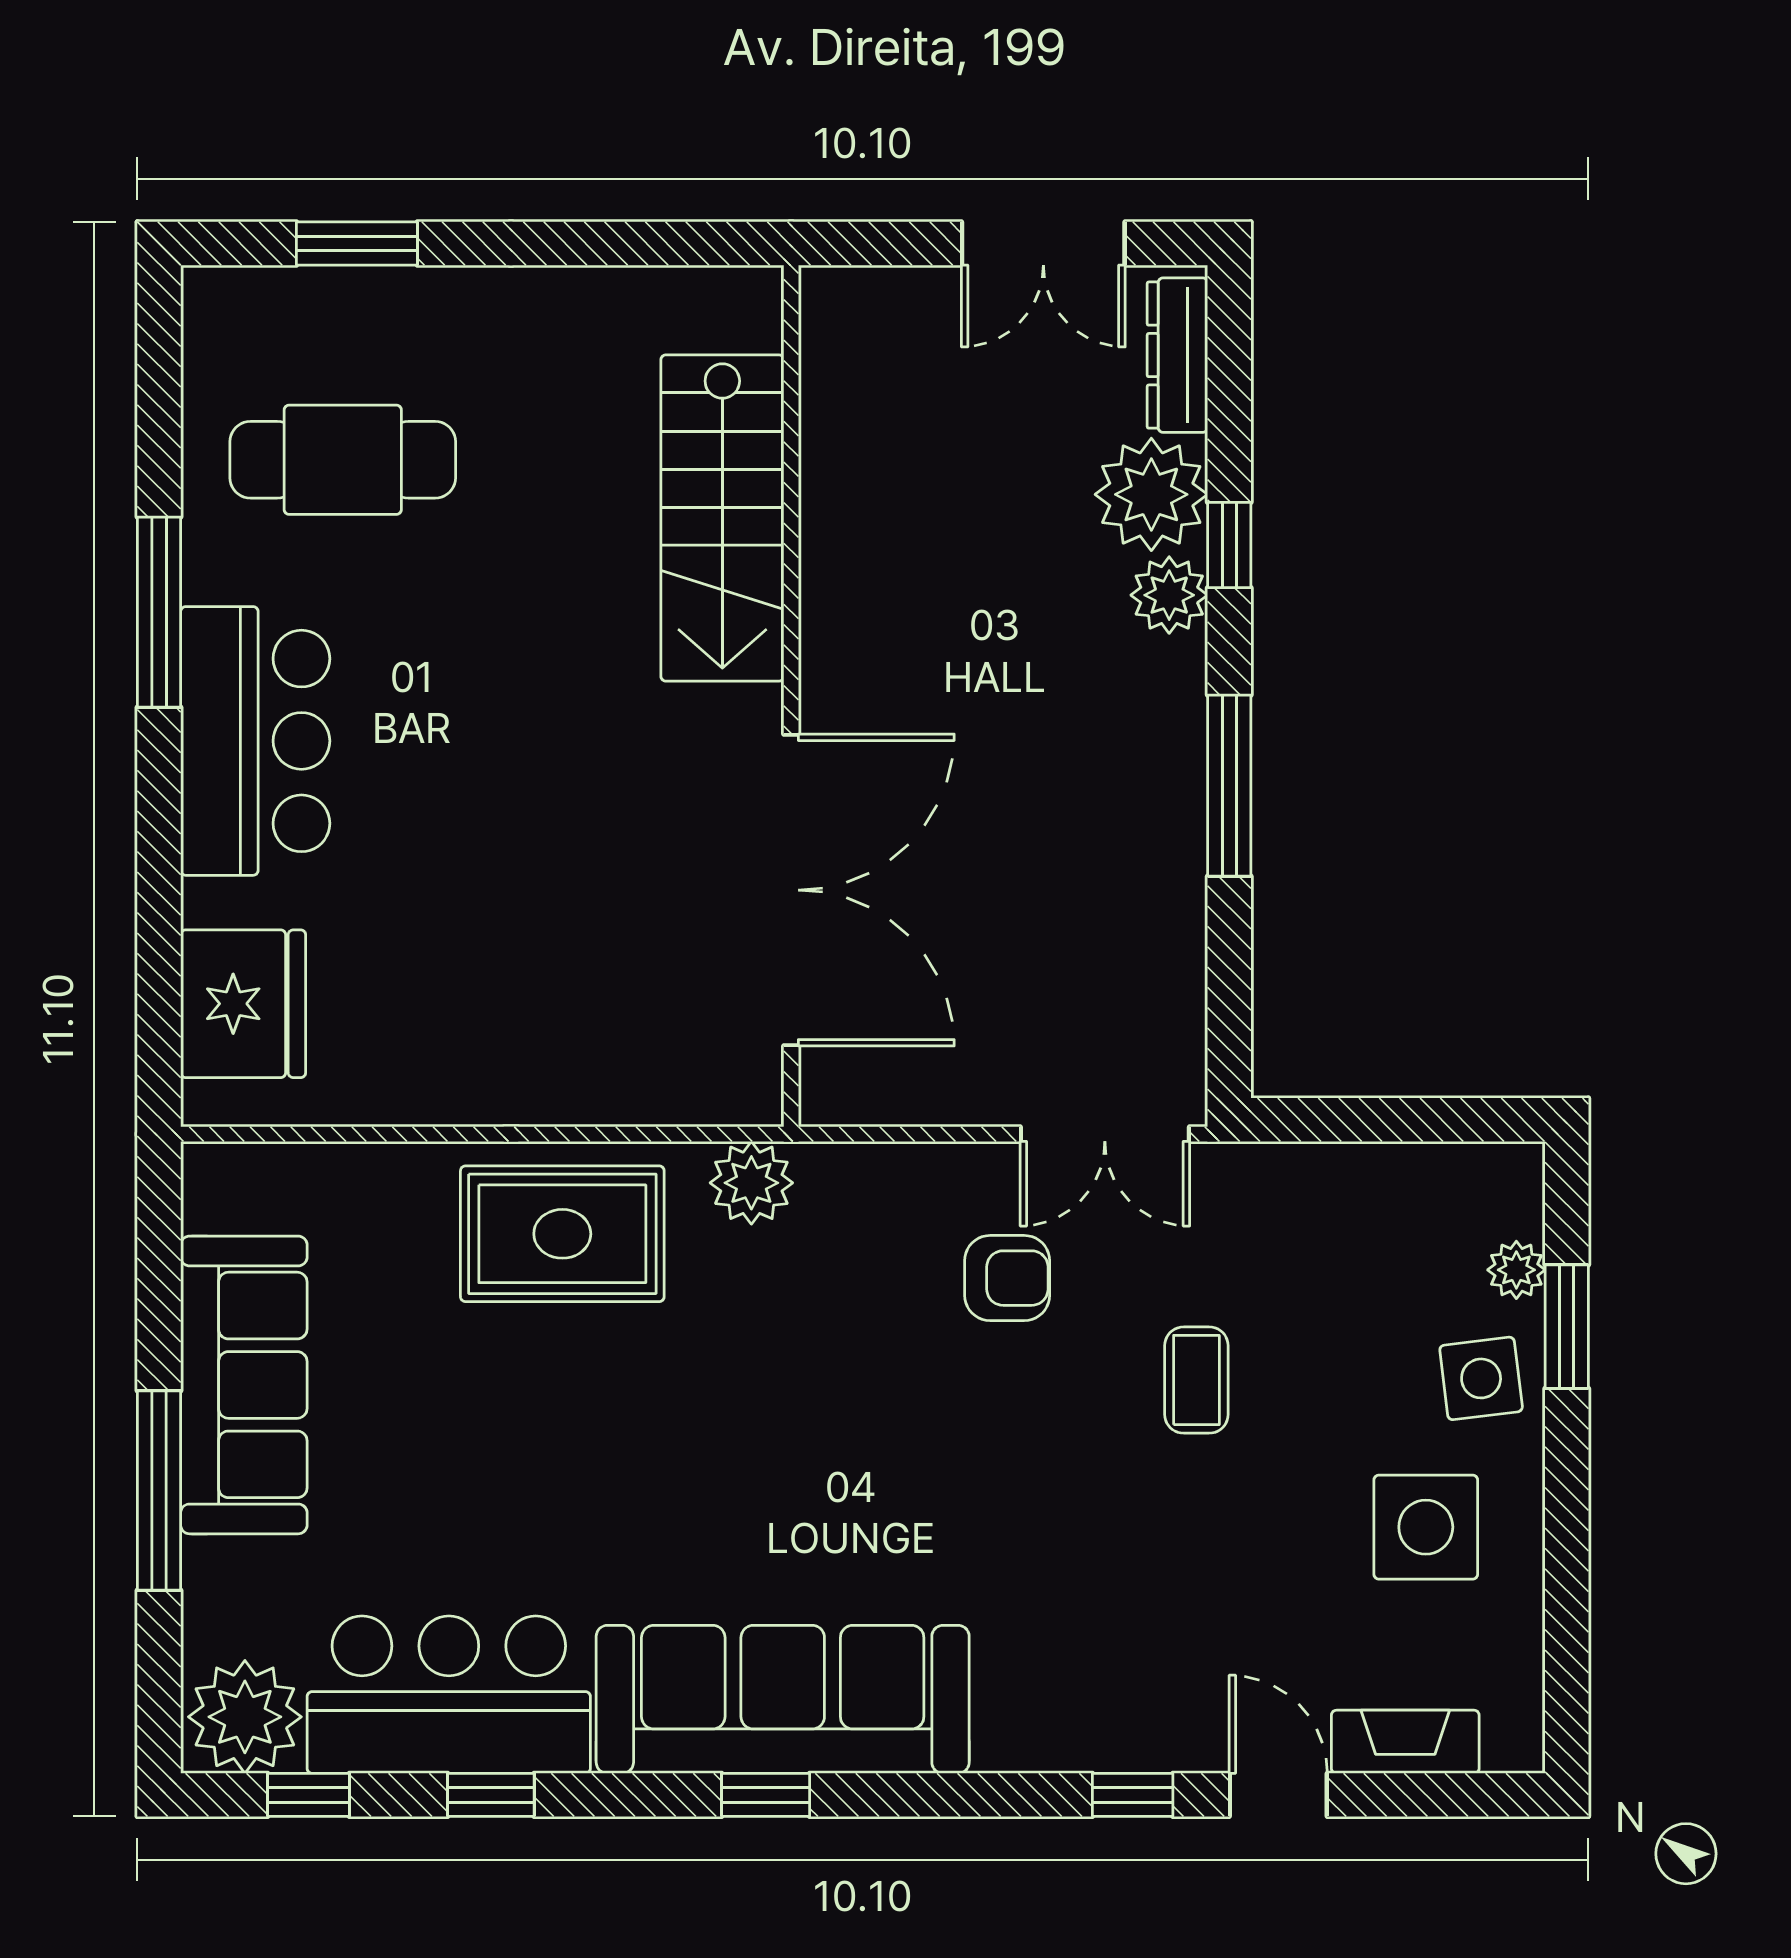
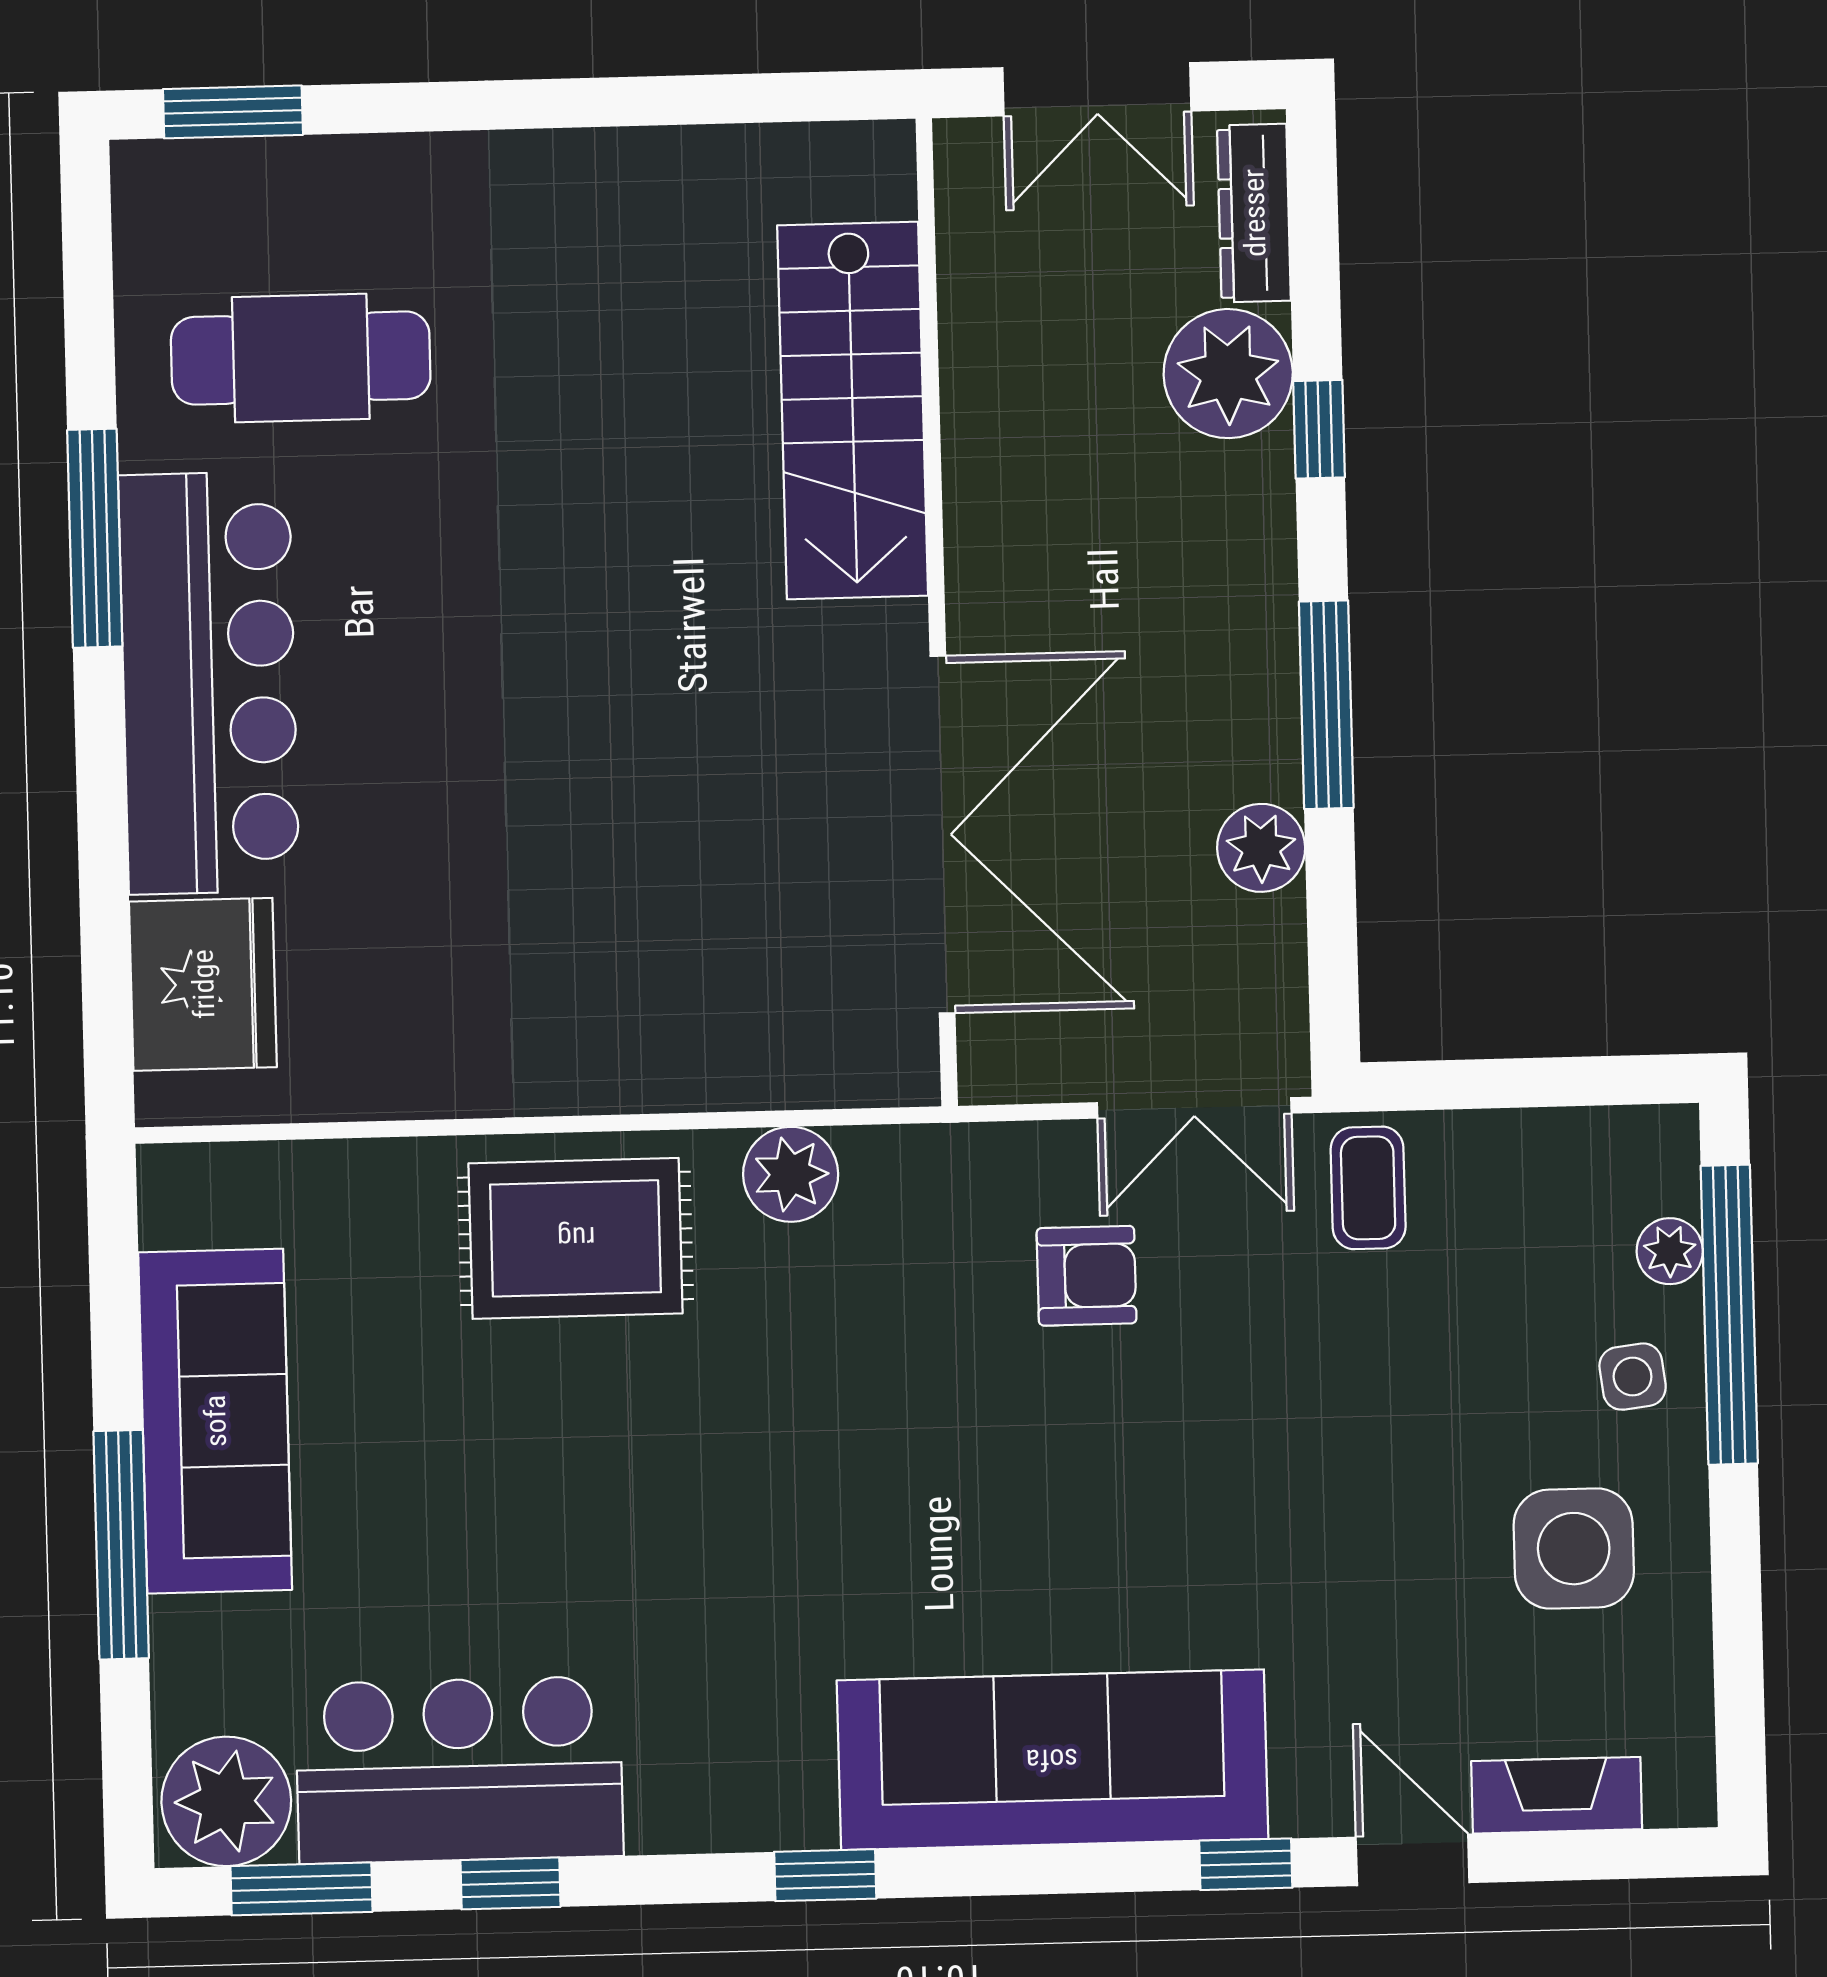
window: (357, 244) -> (233, 112), moved
stairs: (722, 518) -> (853, 410), moved
plant: (1169, 595) -> (1261, 848), moved
wall: (791, 696) -> (937, 612), moved
bar counter: (255, 741) -> (209, 683), width x1.36
double door: (791, 890) -> (943, 835), moved
window: (1567, 1327) -> (1729, 1315), width x2.11
side table: (1481, 1378) -> (1633, 1377), width x0.73, depth x0.73
coffee table: (1196, 1380) -> (1368, 1188), moved
sofa: (783, 1699) -> (1052, 1760), moved
window: (308, 1795) -> (301, 1889), width x1.50

